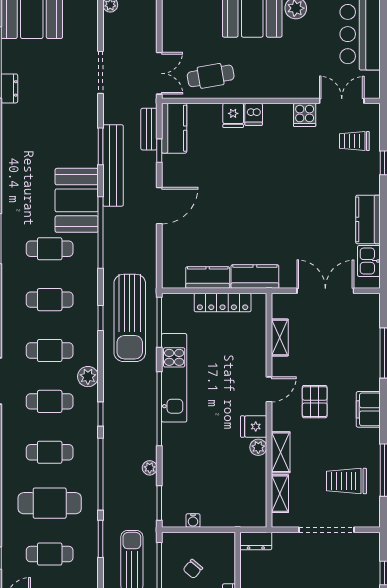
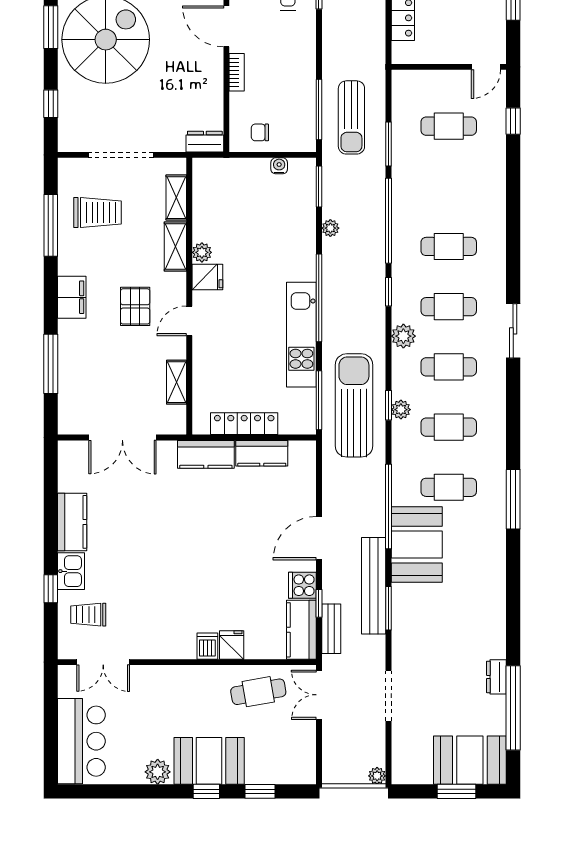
cooker: (305, 115) -> (302, 585), moved, turned -90
trolley: (354, 141) -> (88, 615), turned 180
kitchen sink: (369, 261) -> (71, 571), moved
plant: (90, 314) -> (401, 410), added
cafe table: (50, 503) -> (449, 186), removed
chair: (193, 569) -> (260, 132), moved, turned -130

